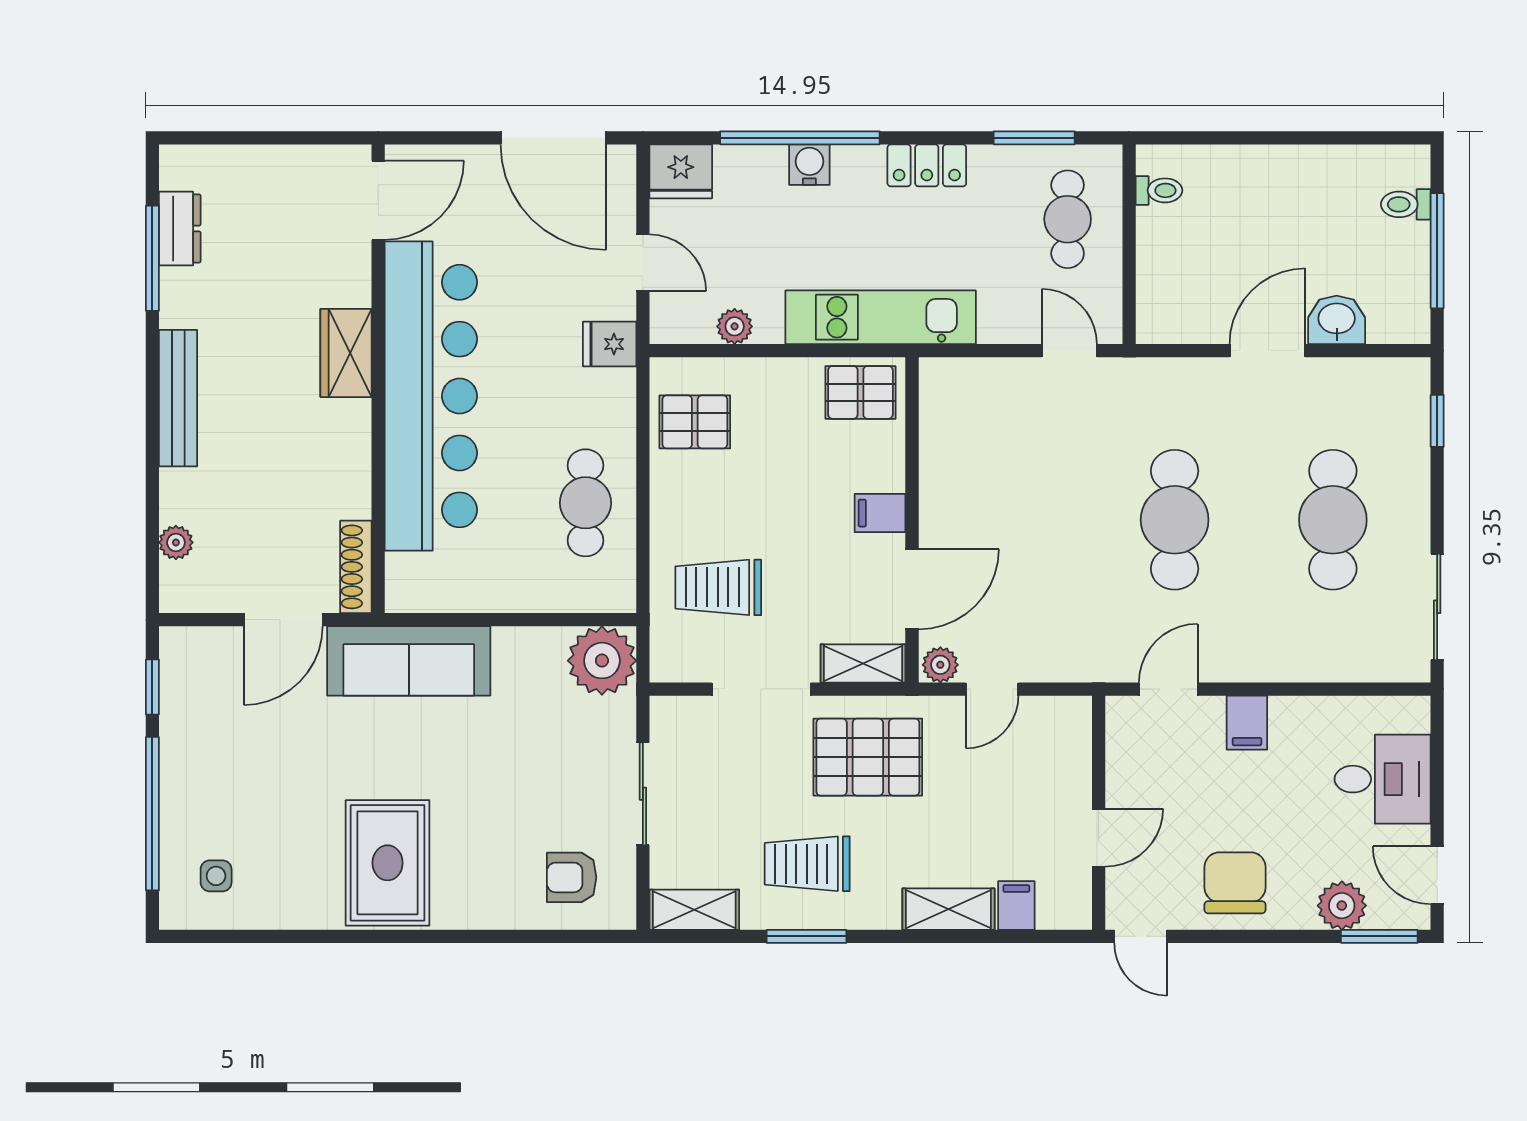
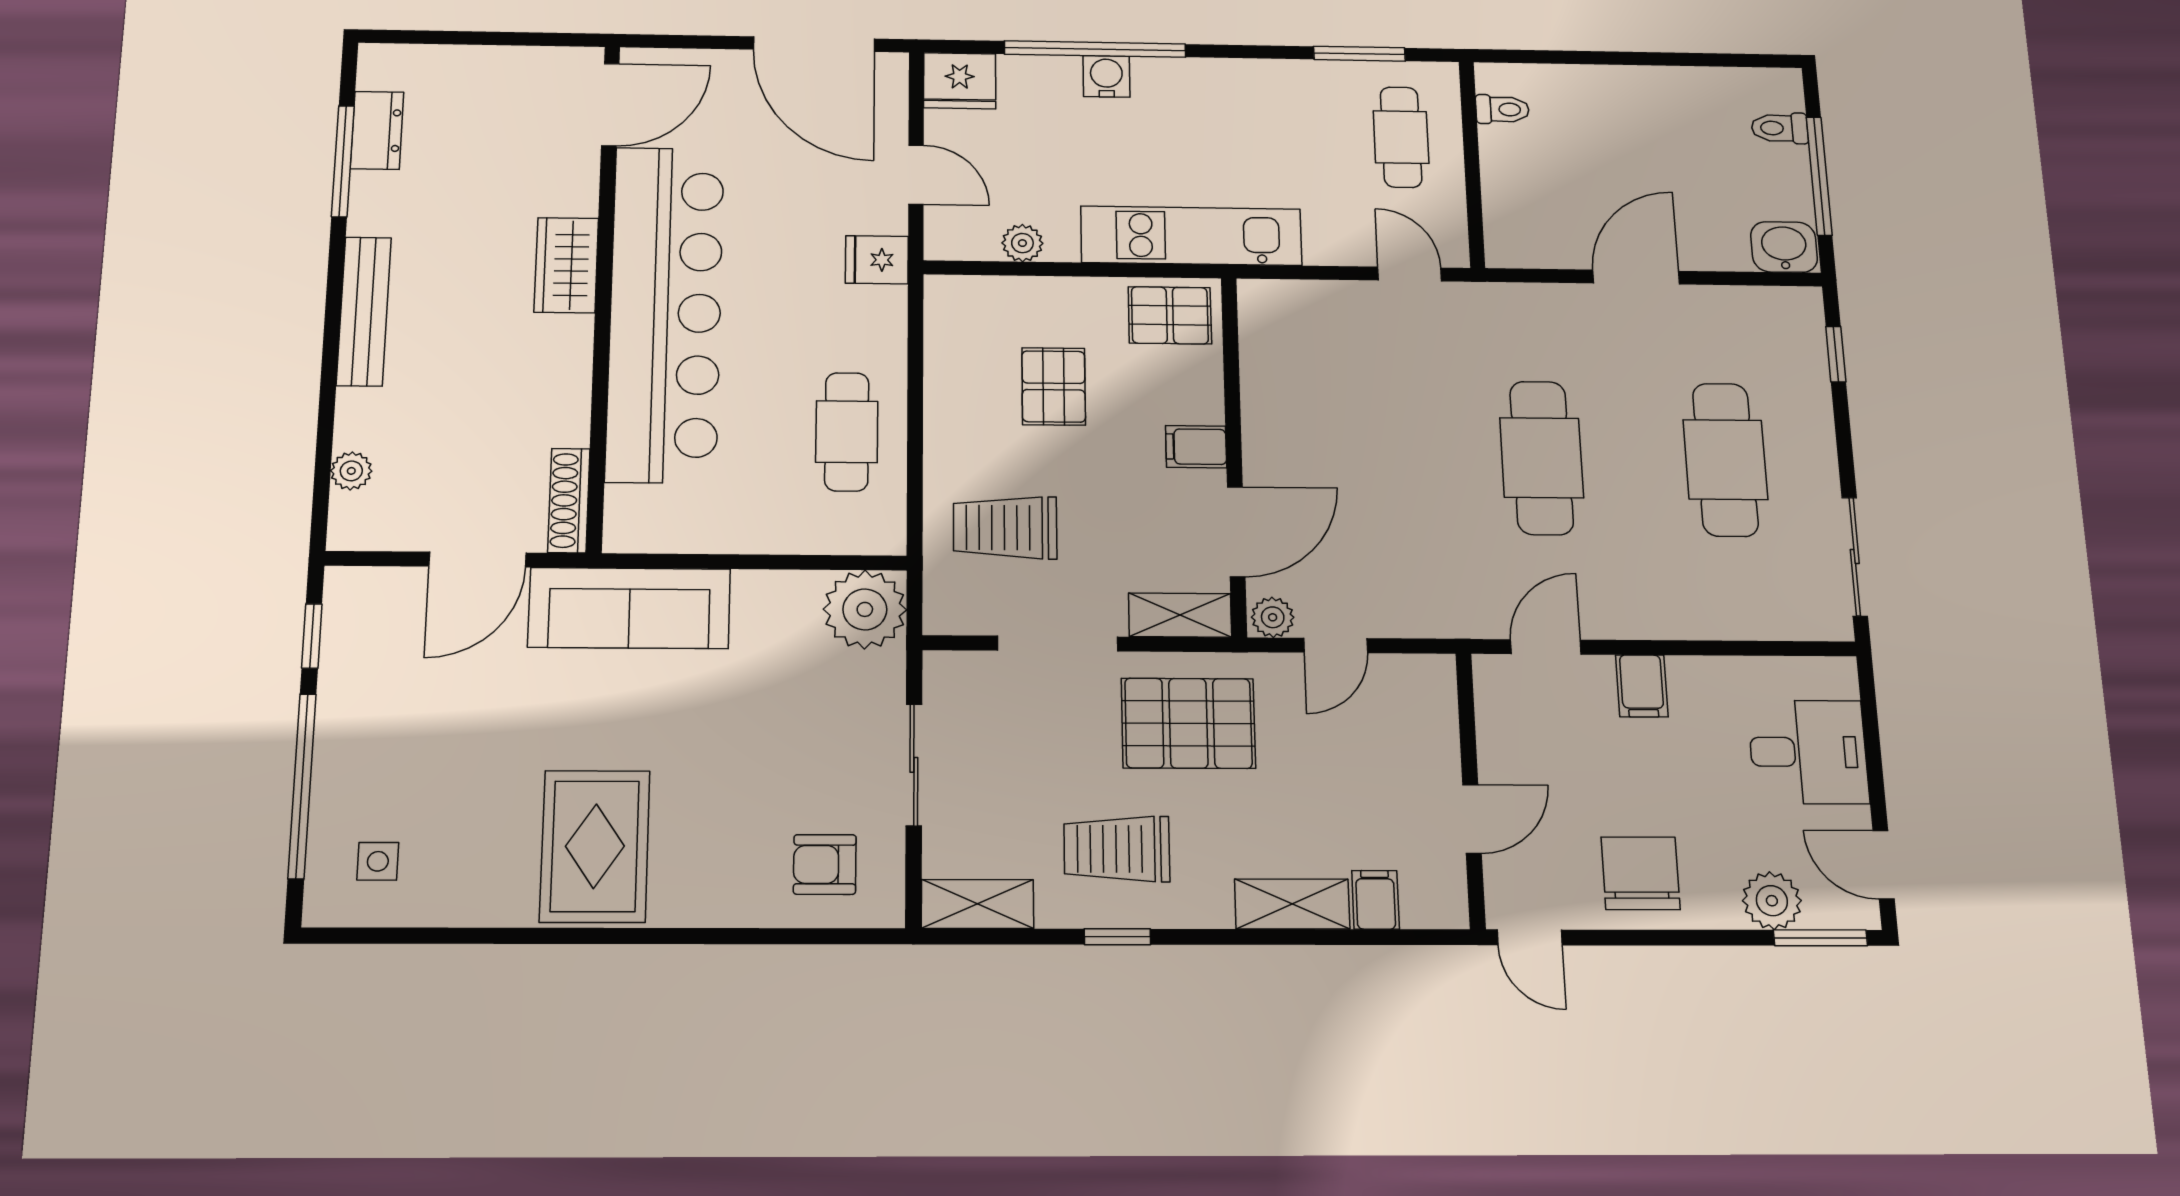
locker: (927, 165) -> (1240, 79), removed
washbasin: (1337, 320) -> (1784, 247), moved
pallet: (695, 422) -> (1054, 386), moved, turned 90
window: (806, 936) -> (1117, 937), width x0.67

